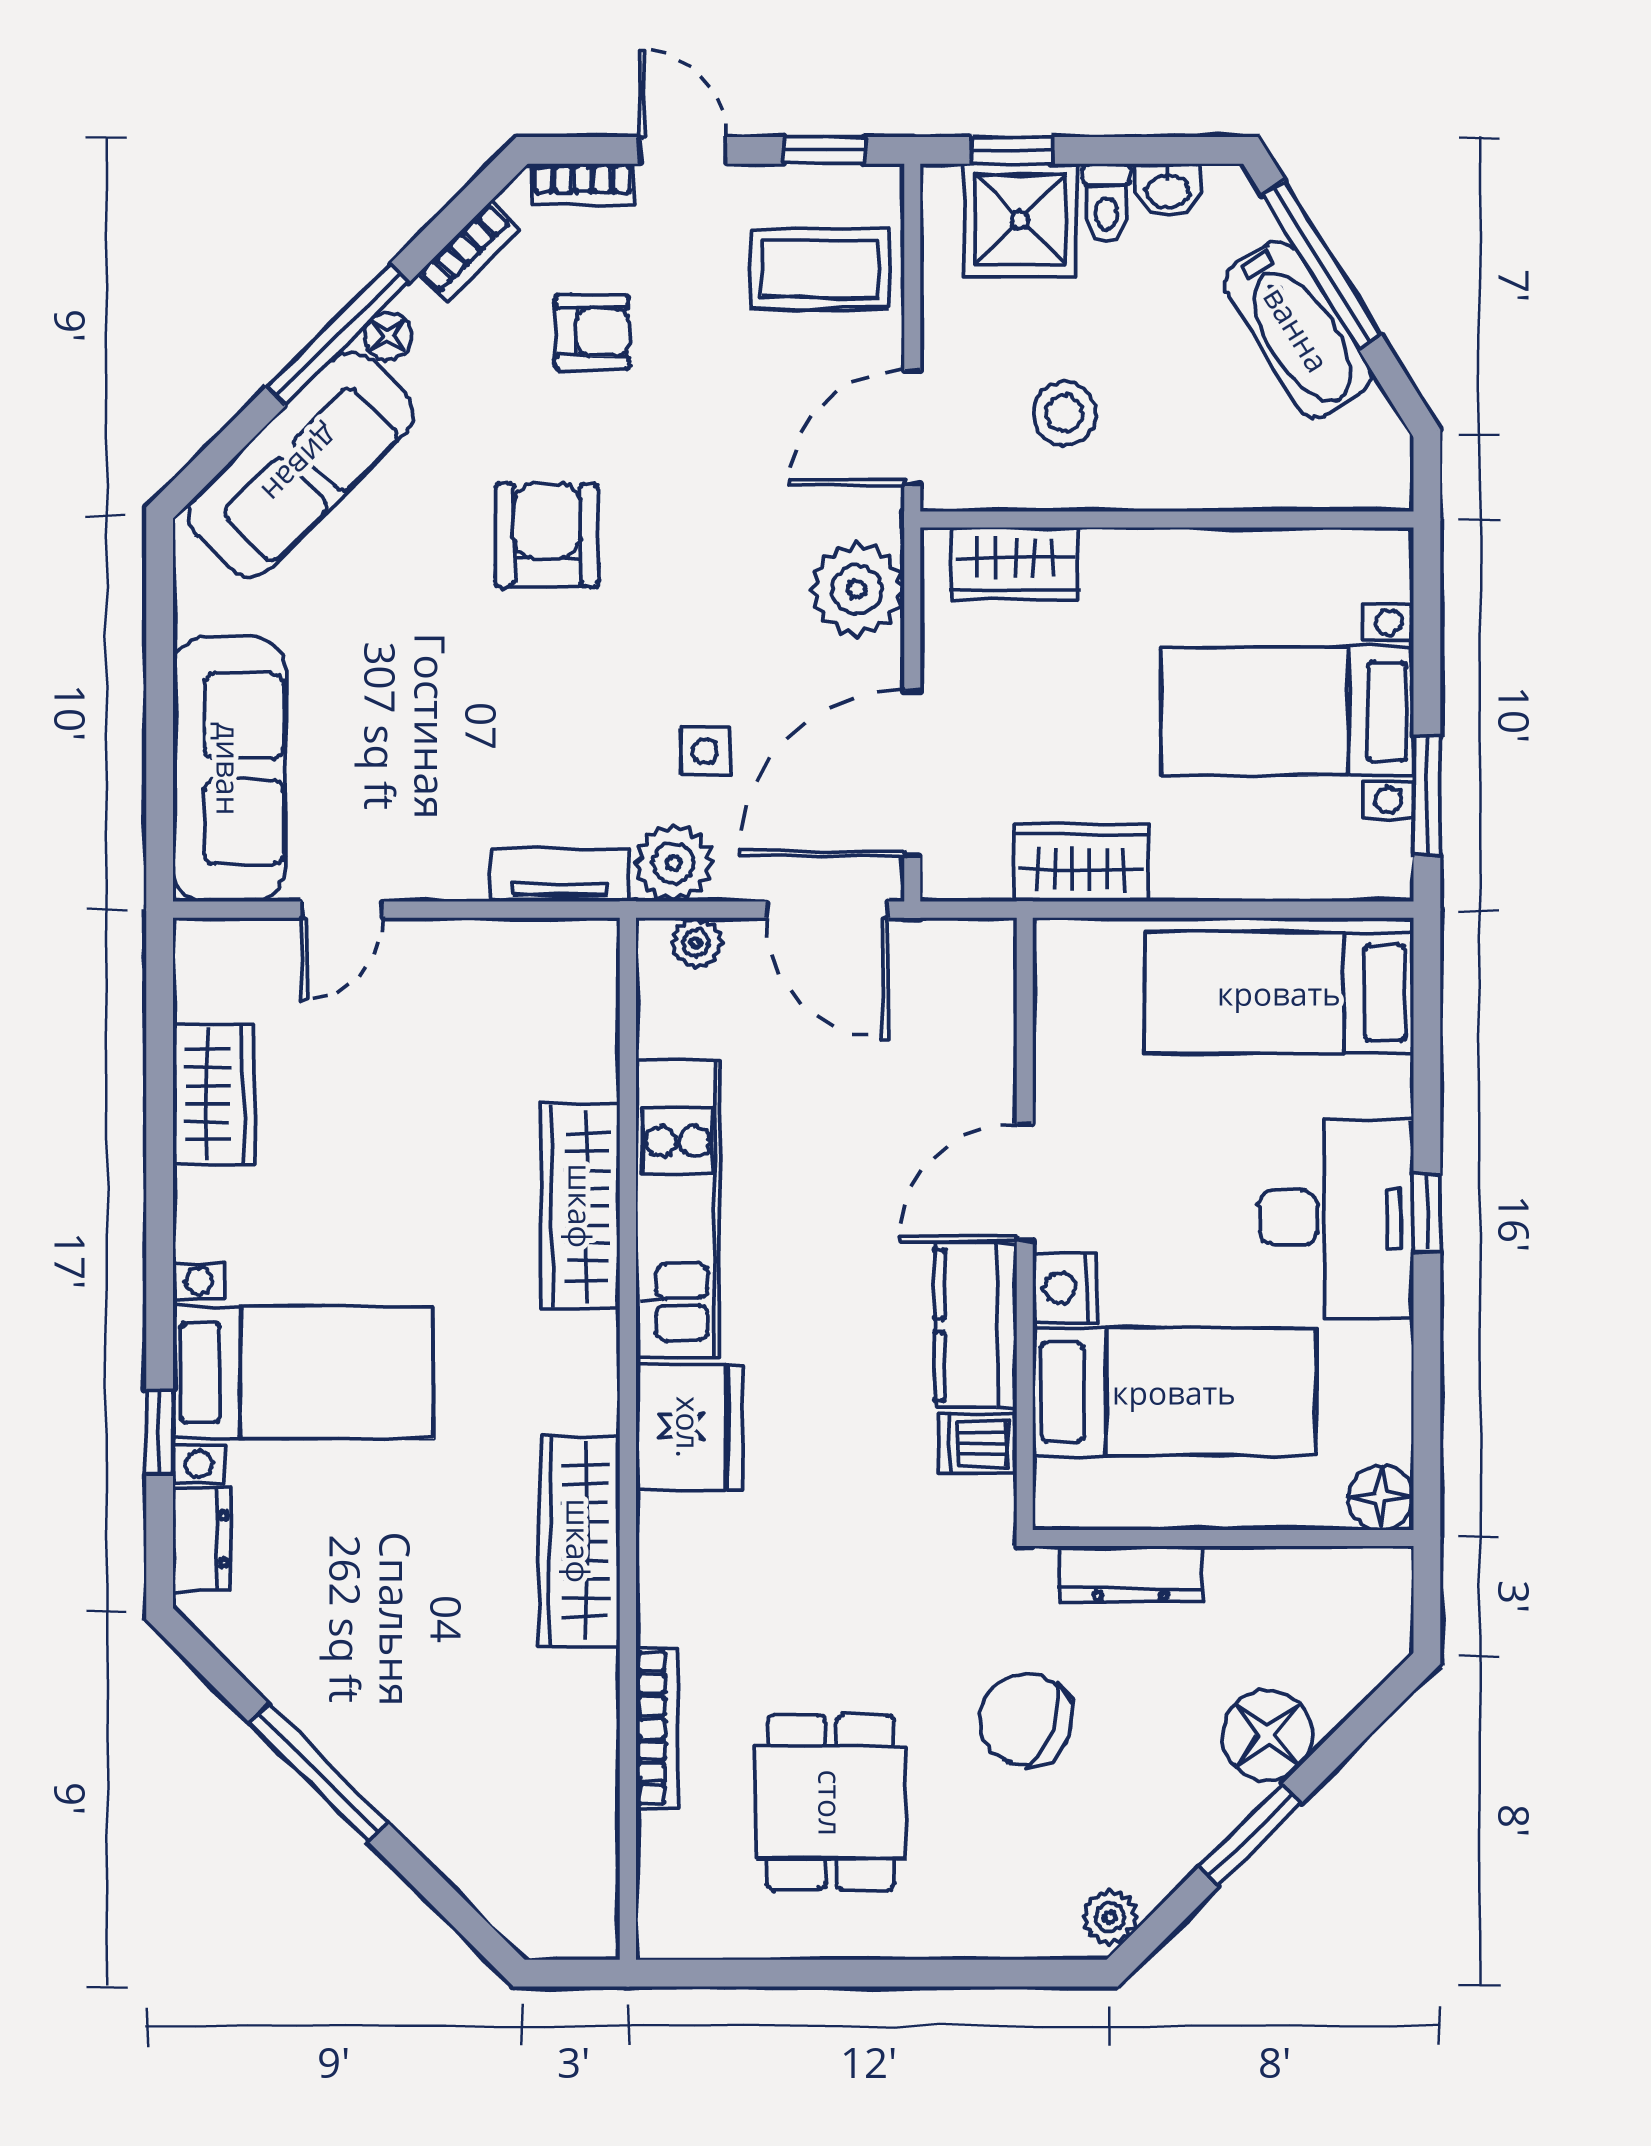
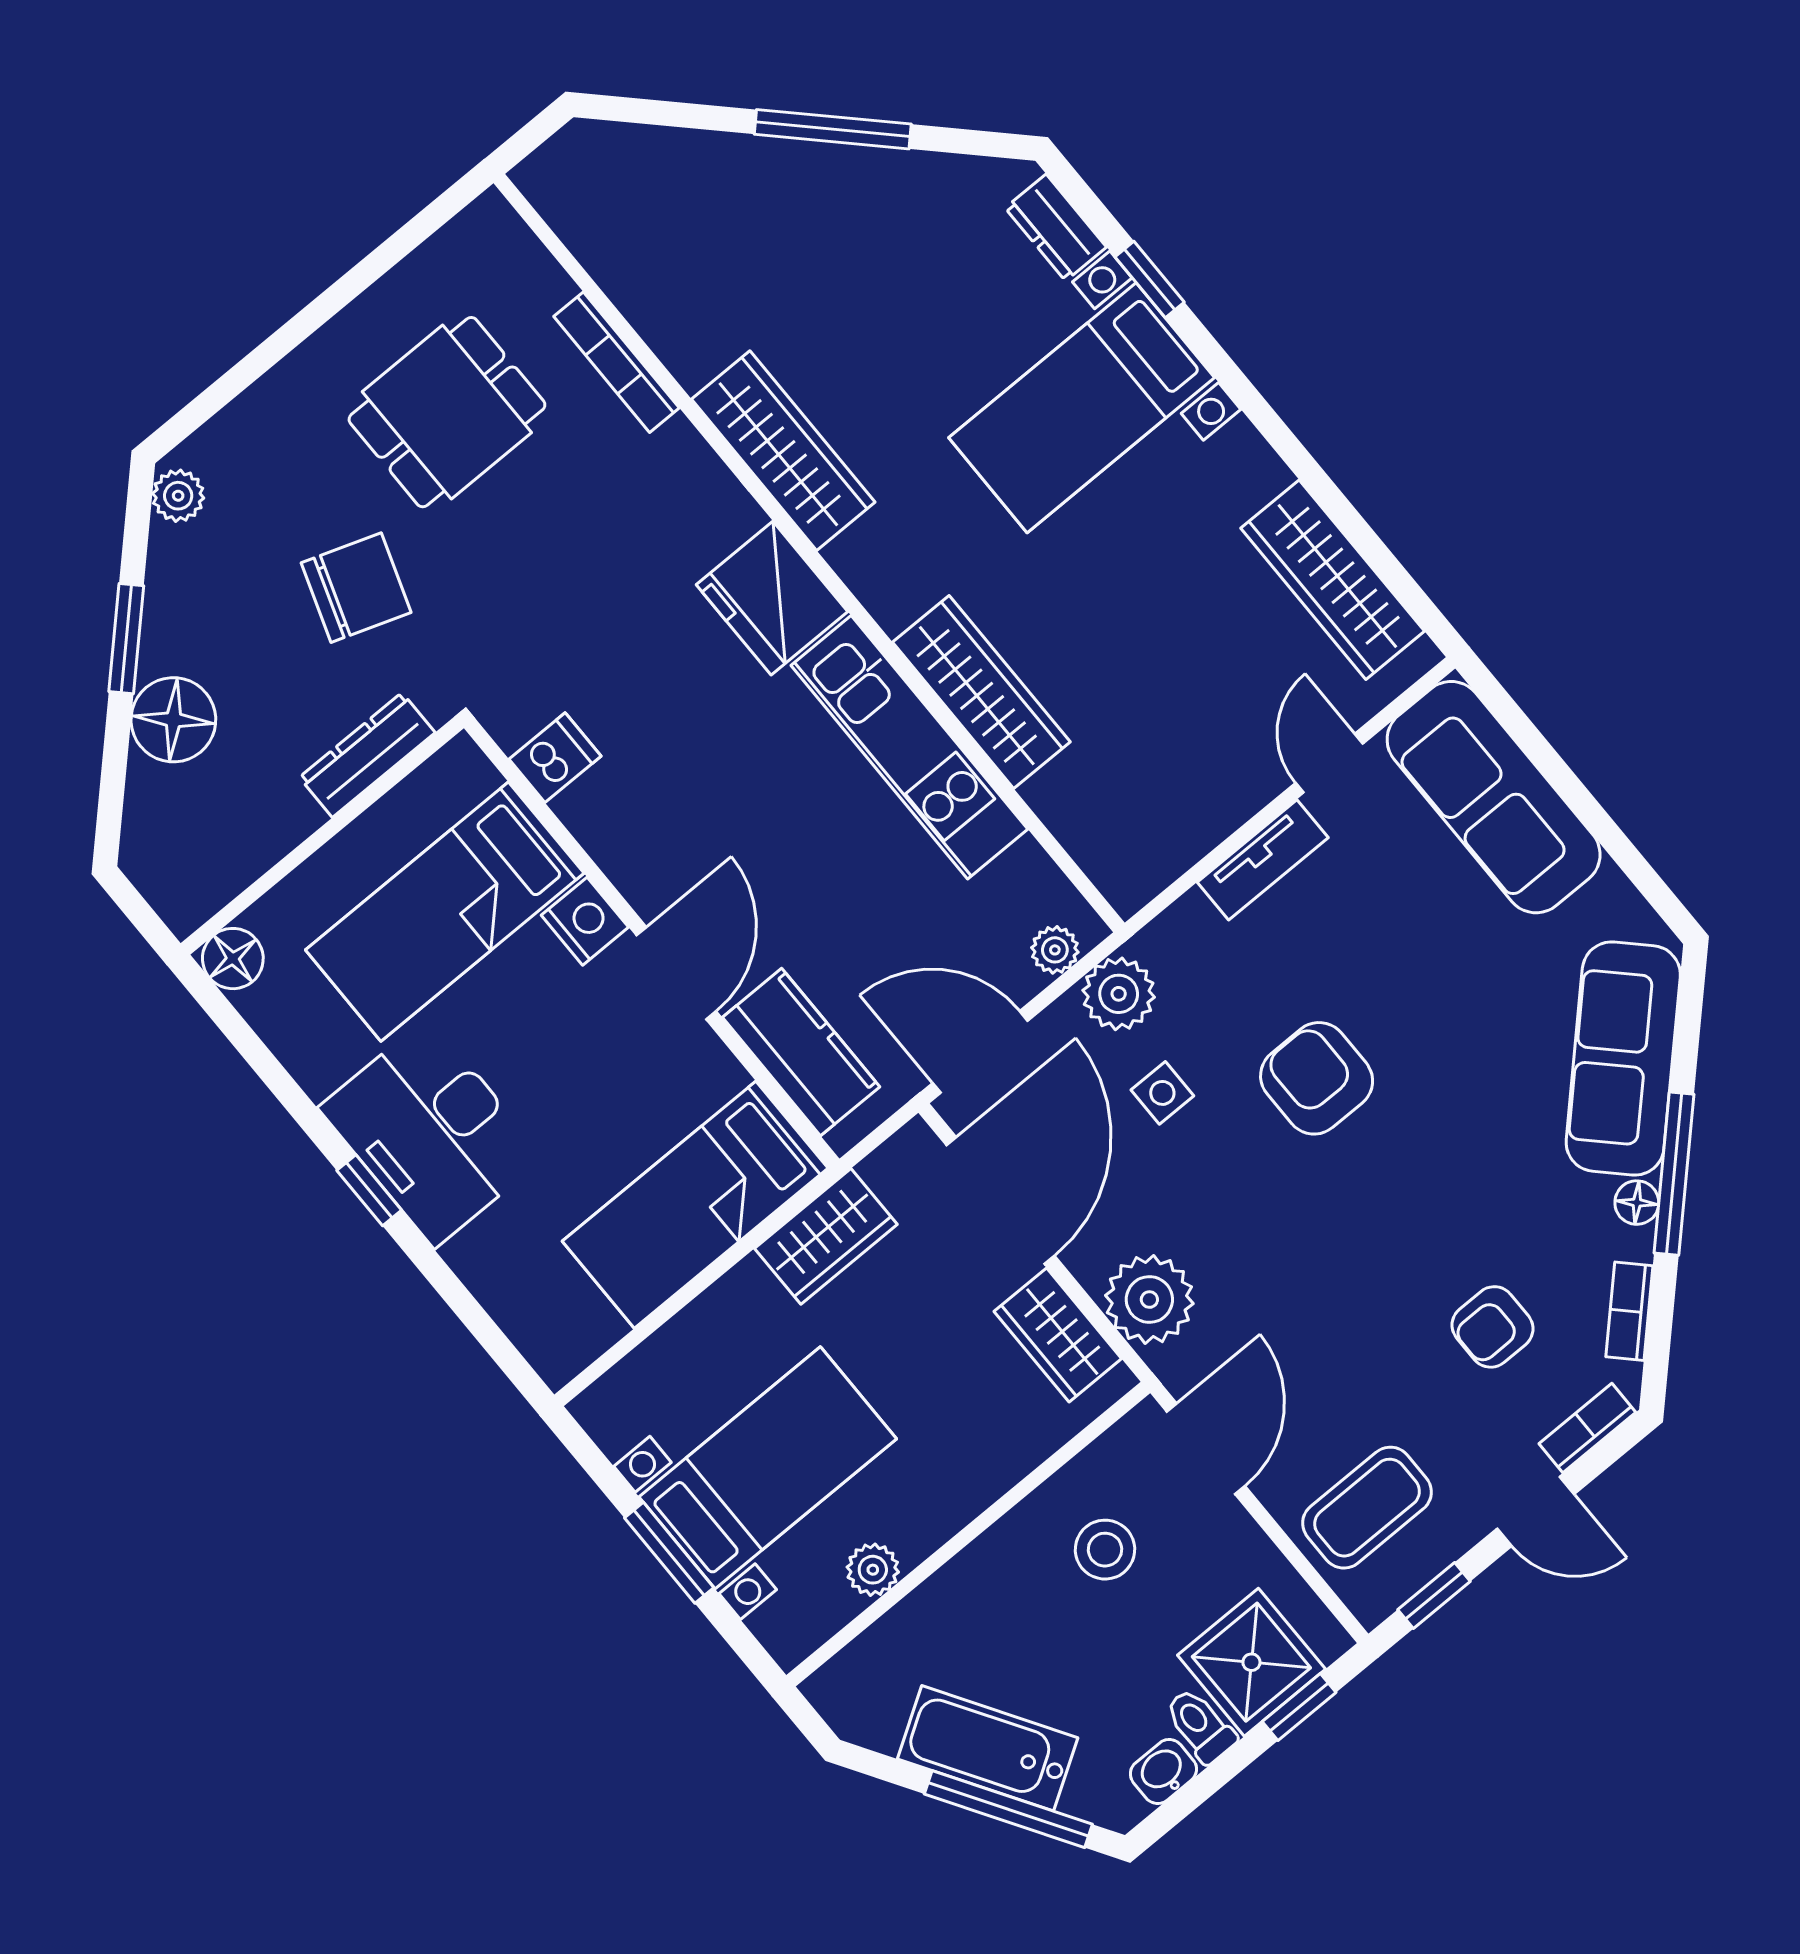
armchair: (547, 535) -> (1317, 1078), moved, turned 180
plant: (1270, 555) -> (873, 1570), added
wardrobe: (1015, 564) -> (1058, 1335), moved, turned -90
window: (1427, 796) -> (669, 1553), moved
tv unit: (560, 875) -> (1263, 860), moved
bed: (1279, 993) -> (695, 1205), moved, turned 180
wardrobe: (214, 1094) -> (1333, 580), width x1.50
kitchen counter: (976, 1325) -> (801, 1052), moved
dining table: (831, 1803) -> (447, 412), turned 90

